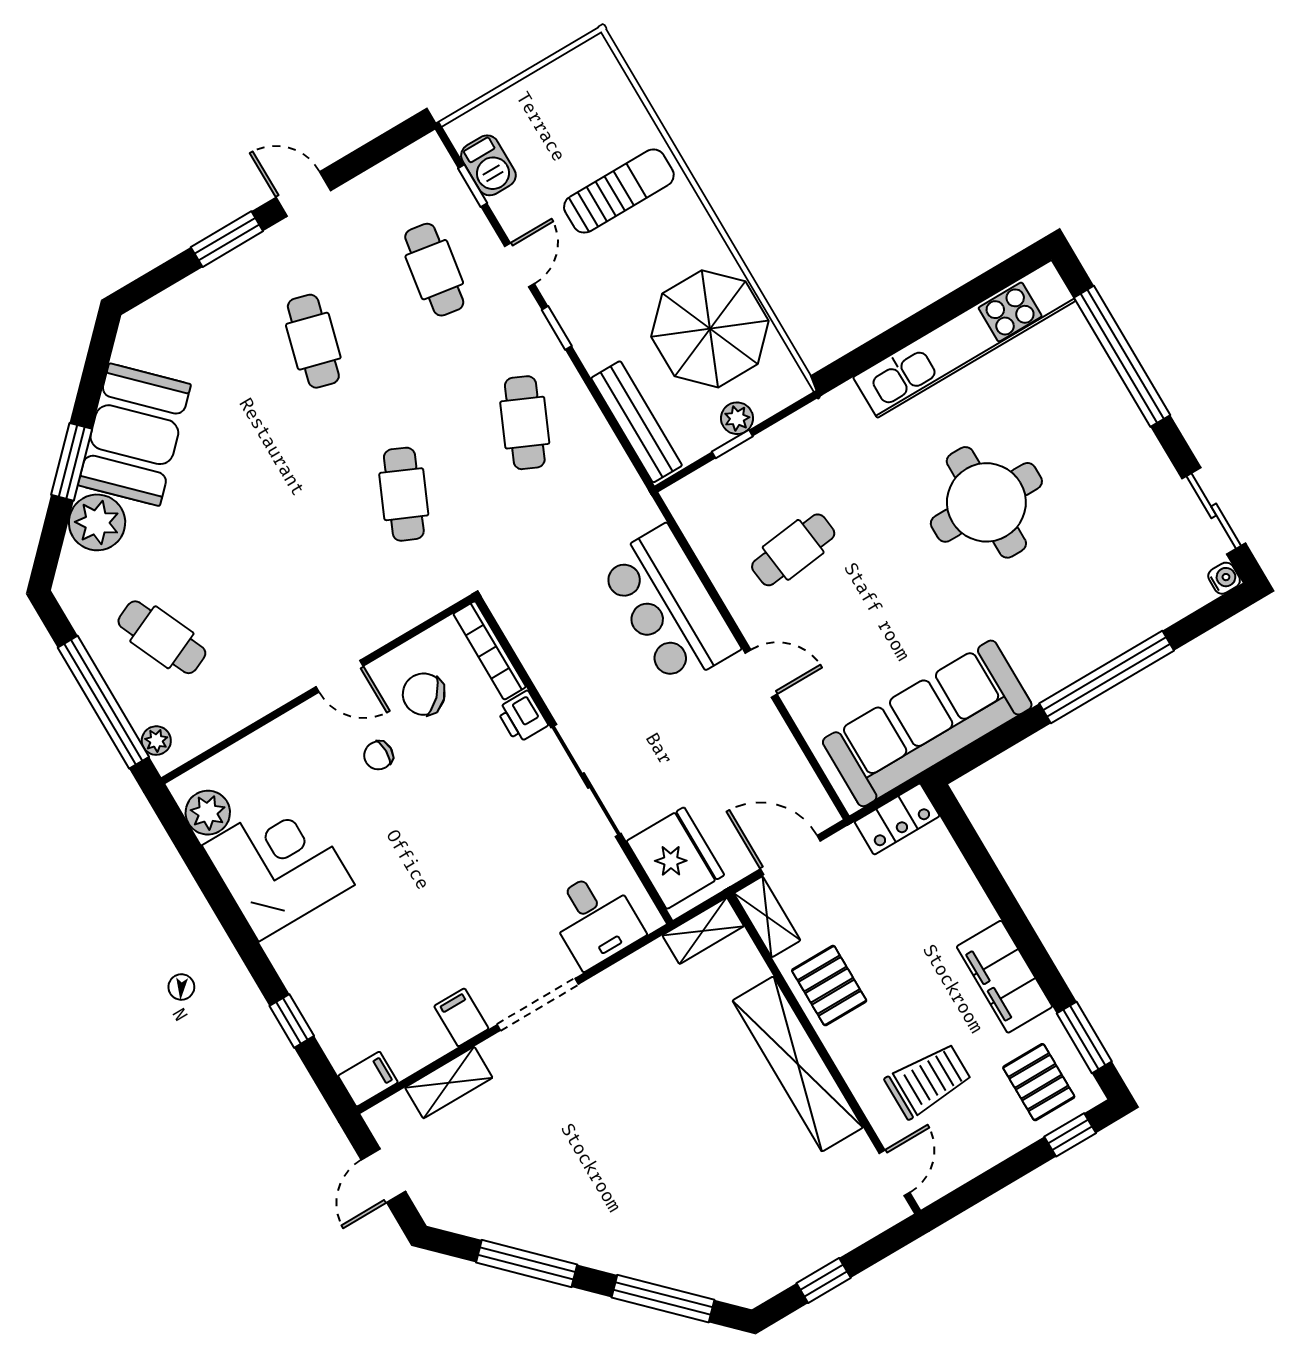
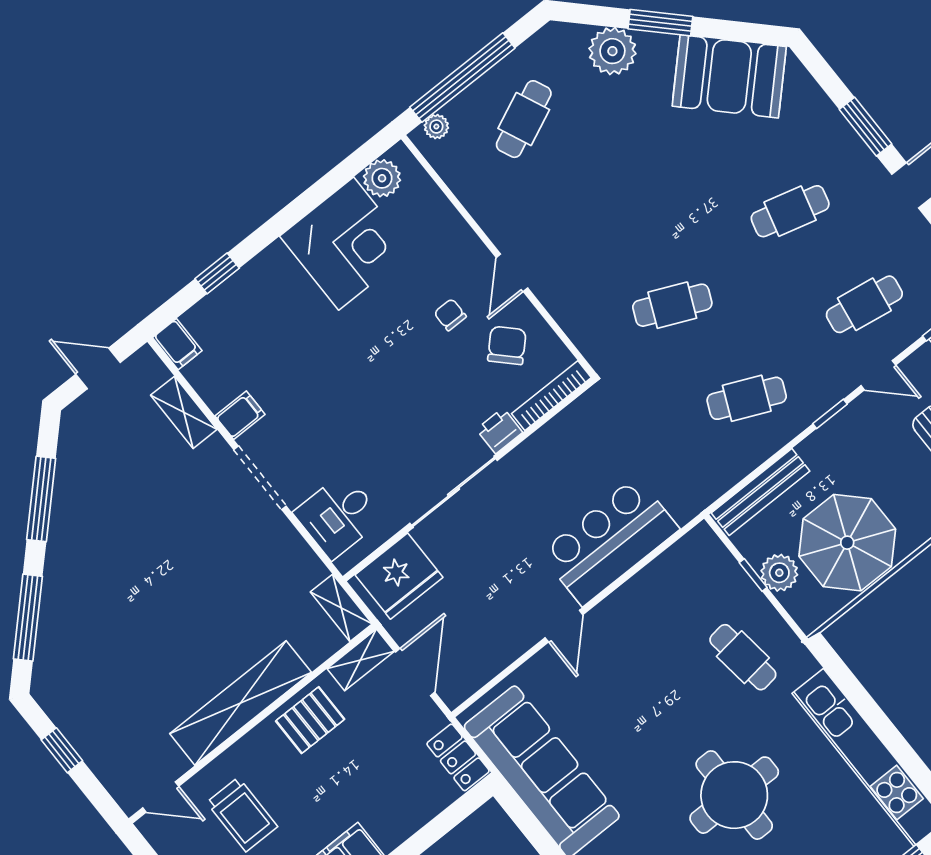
plant: (737, 418) -> (779, 573), width x1.38, depth x1.38
booth: (134, 435) -> (729, 76), moved
cafe table: (793, 550) -> (743, 657), moved

